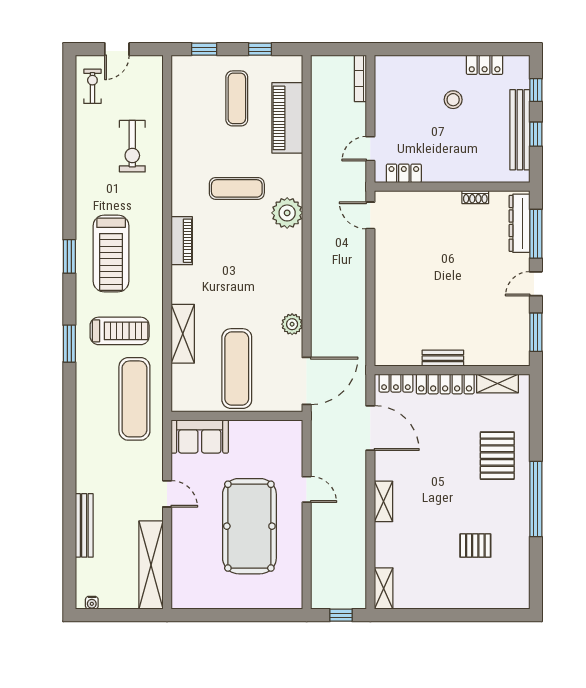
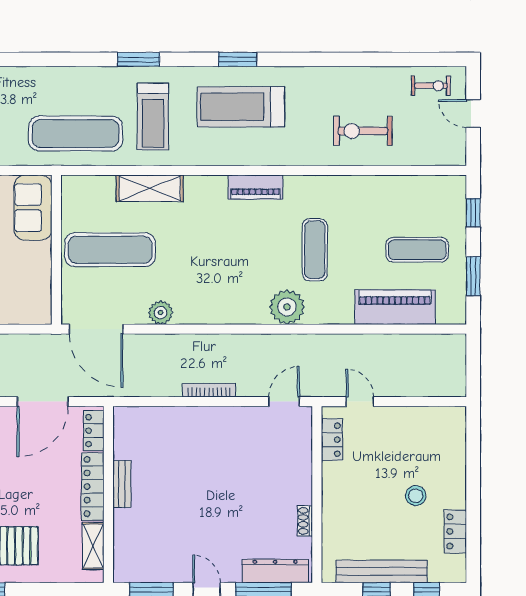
window: (260, 49) -> (473, 276), width x1.50
bookcase: (360, 78) -> (209, 390), moved

